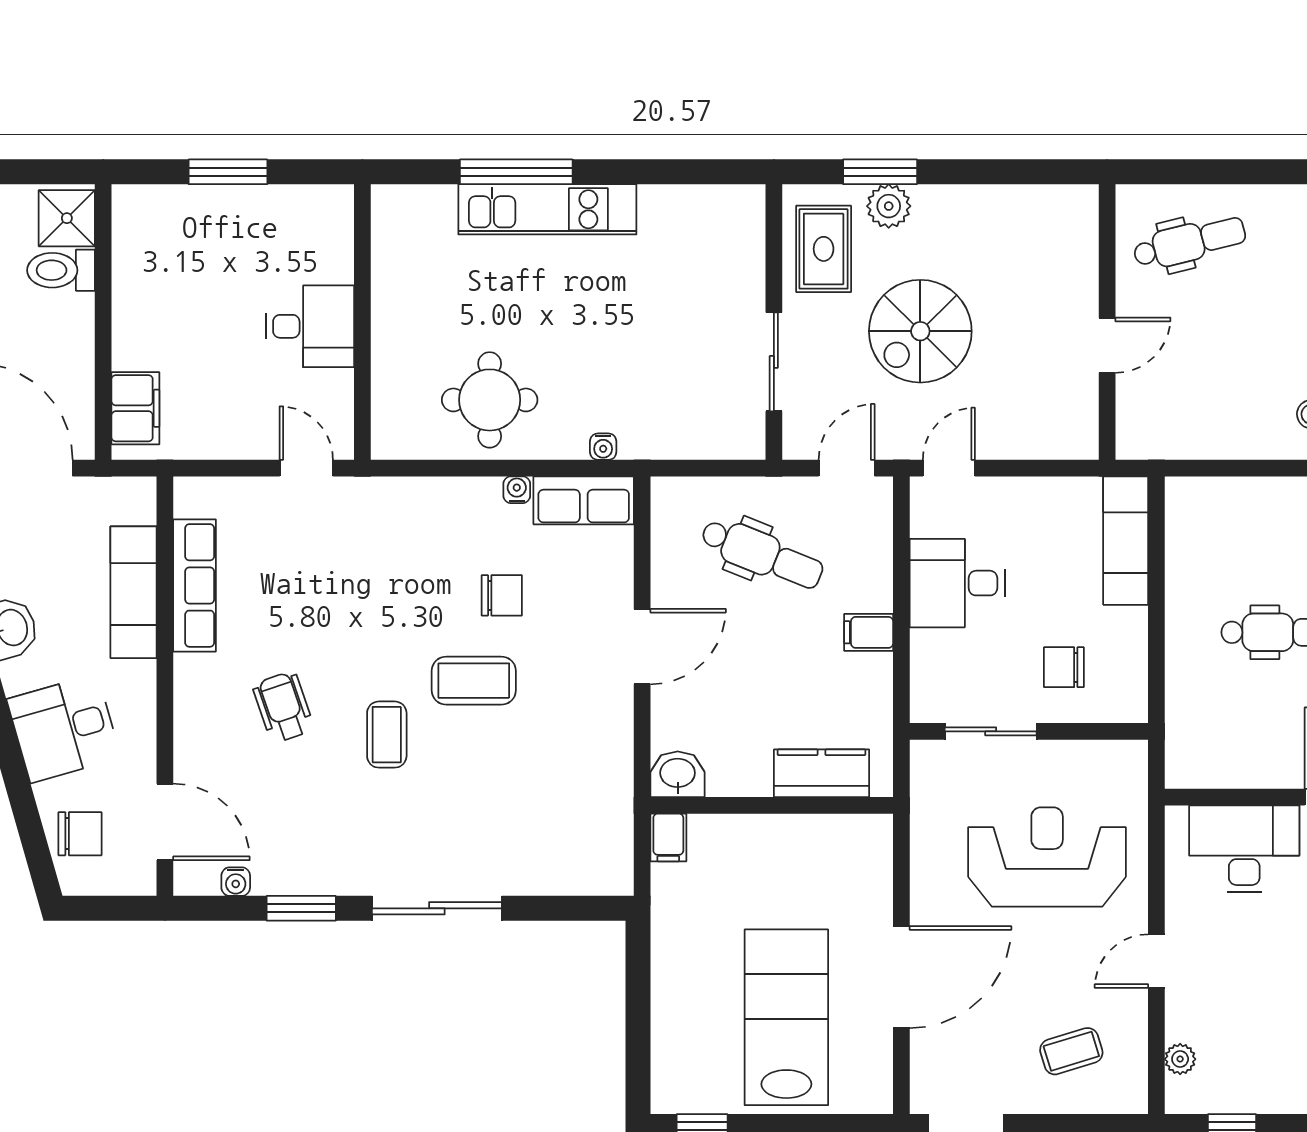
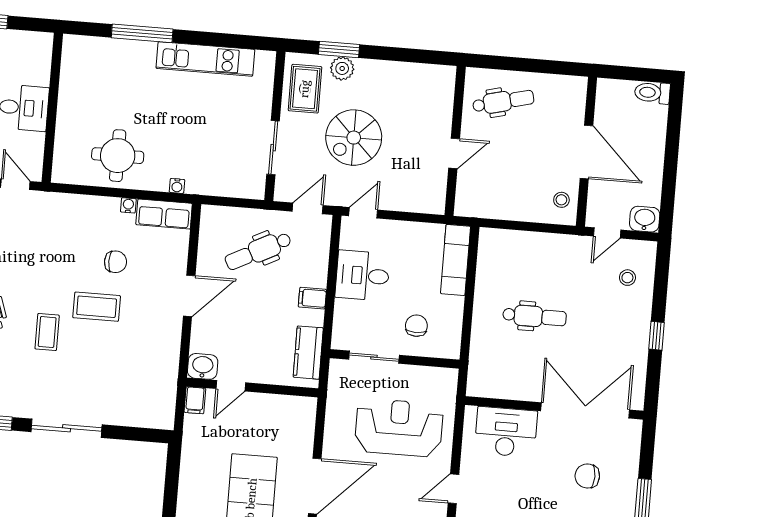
kitchen unit: (547, 209) -> (205, 59), moved
dental chair: (762, 554) -> (258, 251), turned 131
chair: (1064, 667) -> (416, 326), turned 90
kitchen counter: (821, 773) -> (308, 353), moved, turned -90
door: (732, 805) -> (231, 386), added

